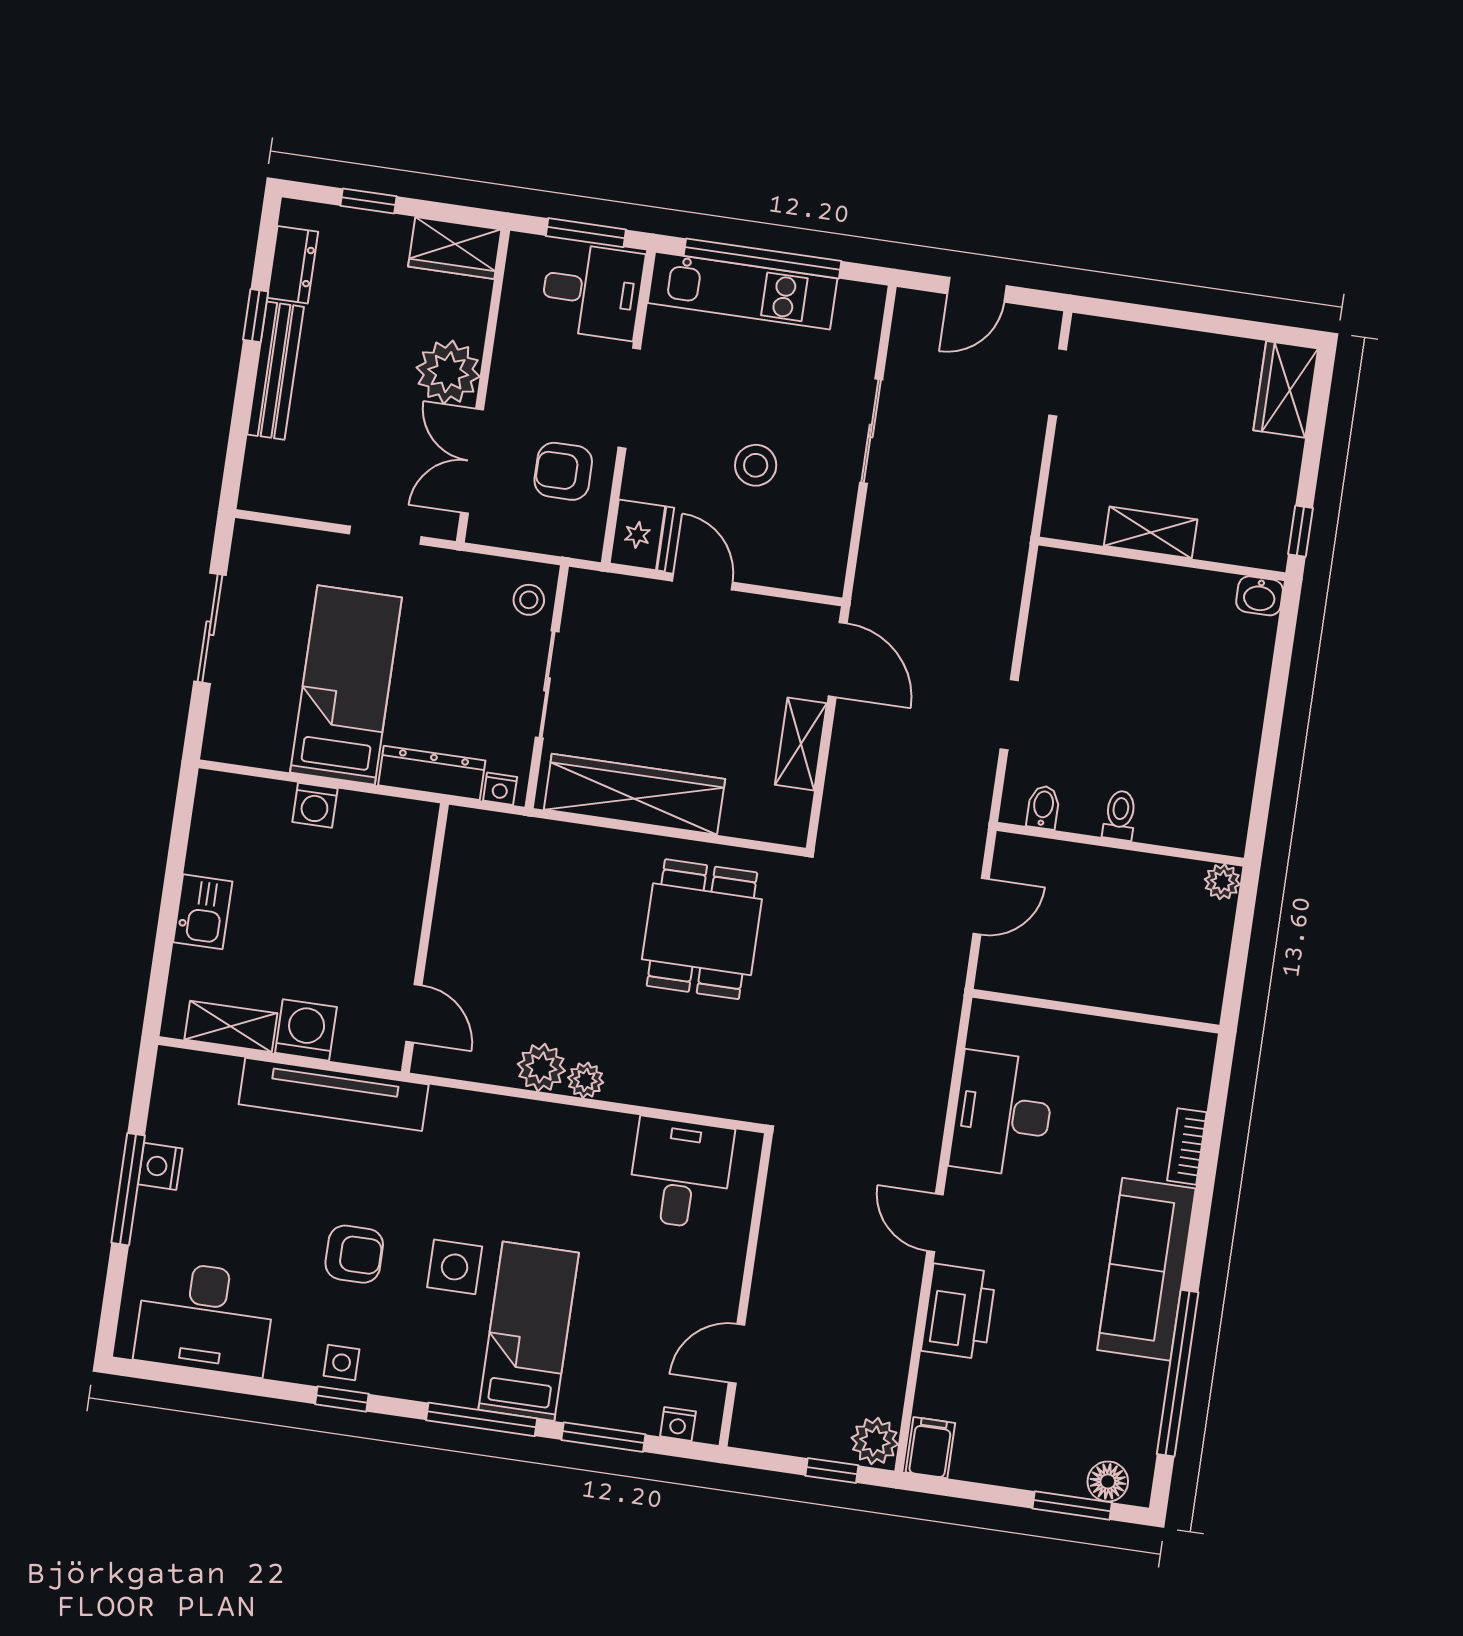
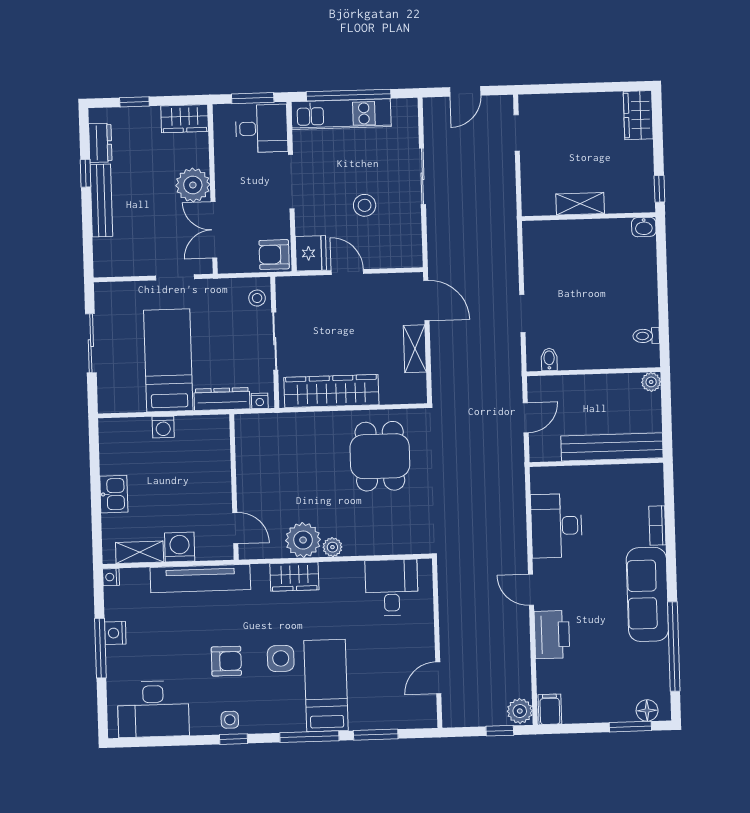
armchair: (563, 471) -> (274, 255), moved
toilet: (1120, 815) -> (646, 336), moved, turned -90
bench: (1129, 988) -> (612, 447), added
plant: (541, 1067) -> (303, 540), width x1.36, depth x1.36
wardrobe: (506, 1122) -> (294, 577), added
nightstand: (678, 1424) -> (111, 577), moved, turned 90

